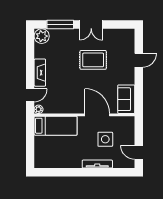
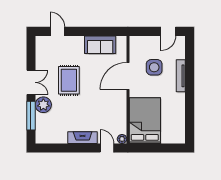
plant: (42, 36) -> (43, 105), moved
door: (139, 60) -> (57, 31), moved
sofa: (126, 99) -> (100, 45), moved
bed: (56, 126) -> (145, 121), width x1.50

